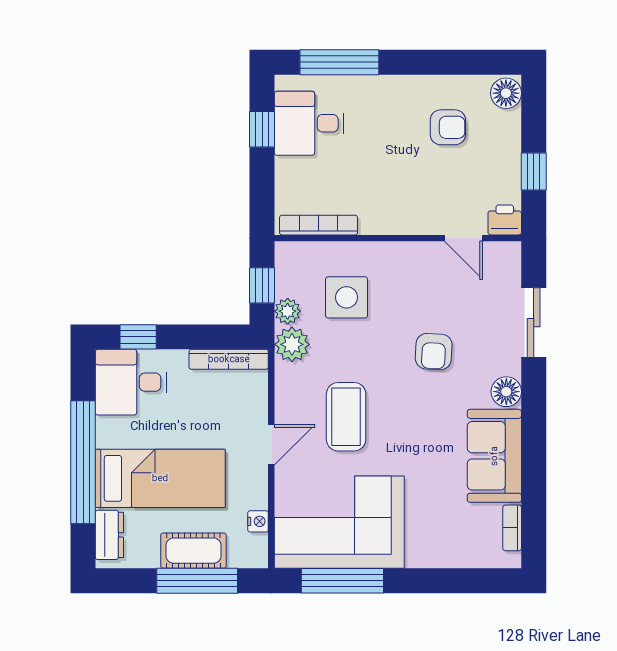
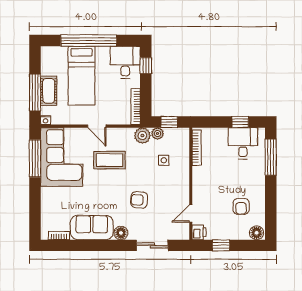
side table: (347, 297) -> (164, 160), width x0.54, depth x0.54
nightstand: (258, 521) -> (46, 120), moved
dresser: (109, 535) -> (56, 53), removed

